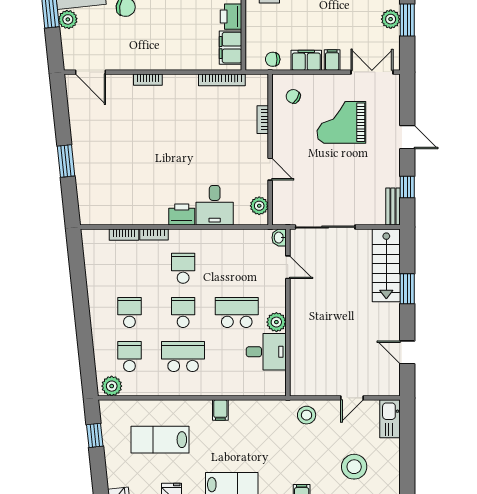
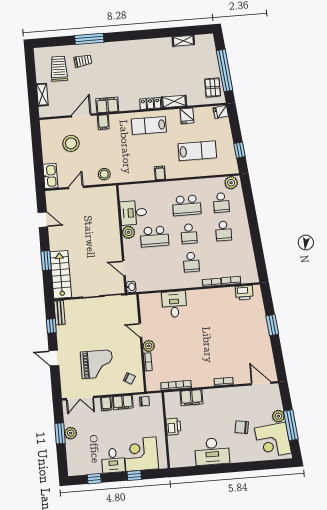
filing cabinet: (230, 48) -> (192, 397), moved, turned 90
plant: (259, 206) -> (149, 346), moved
printer: (182, 215) -> (244, 293), moved

